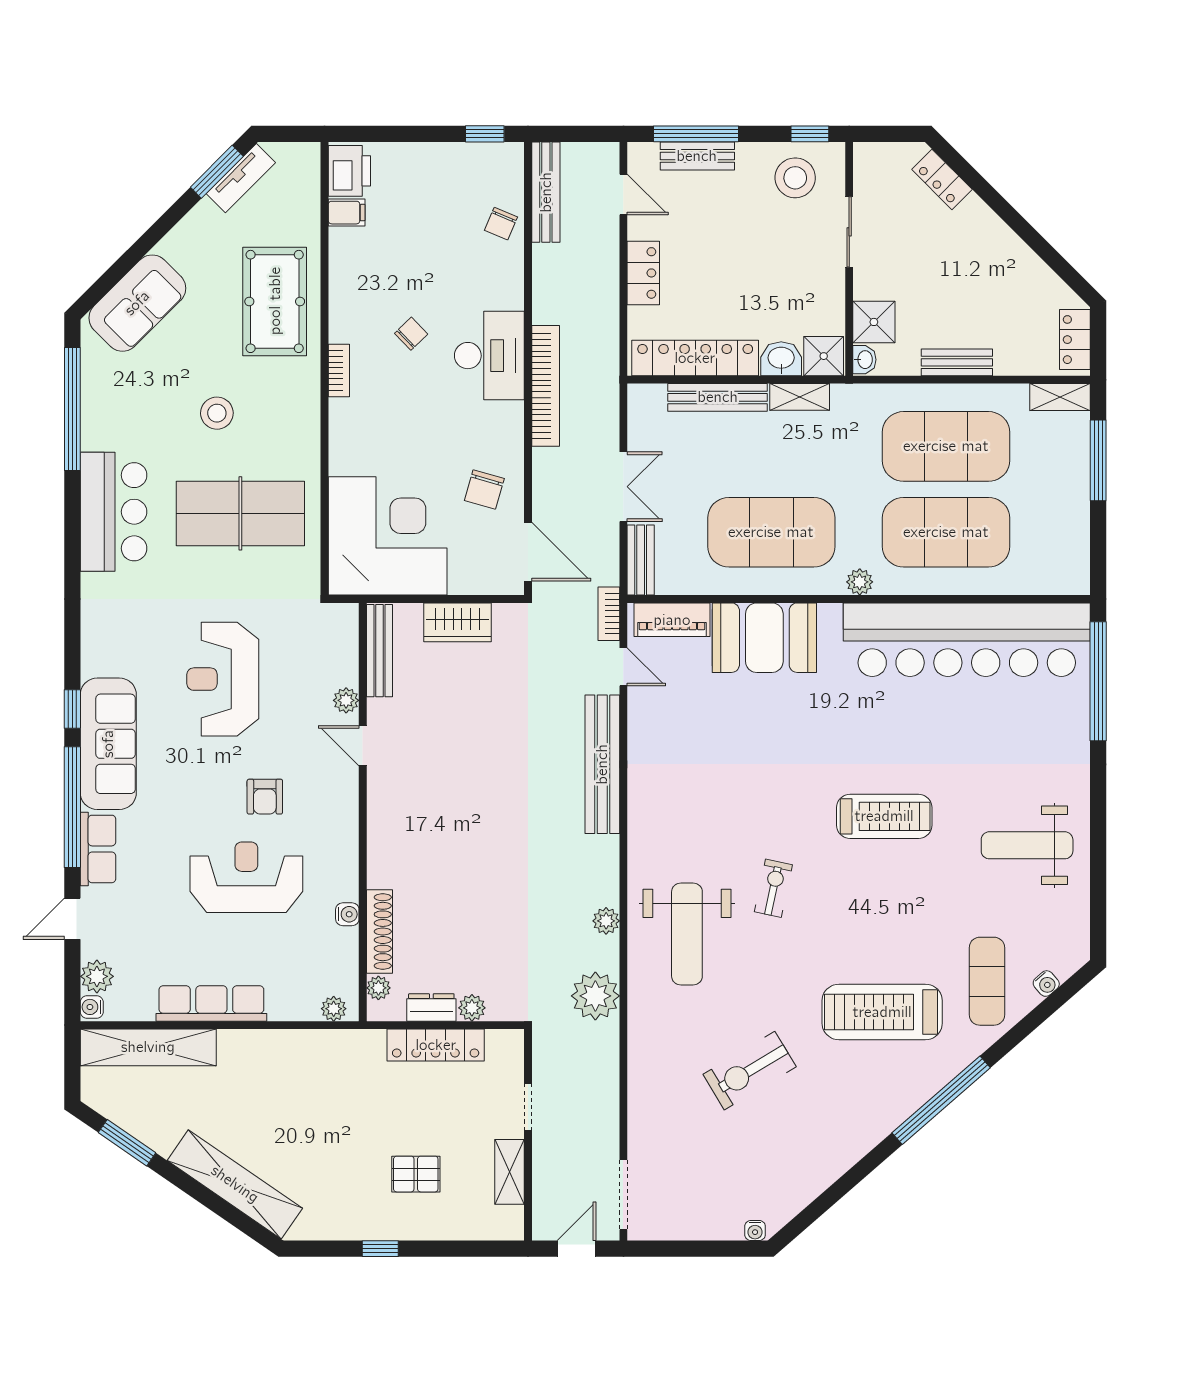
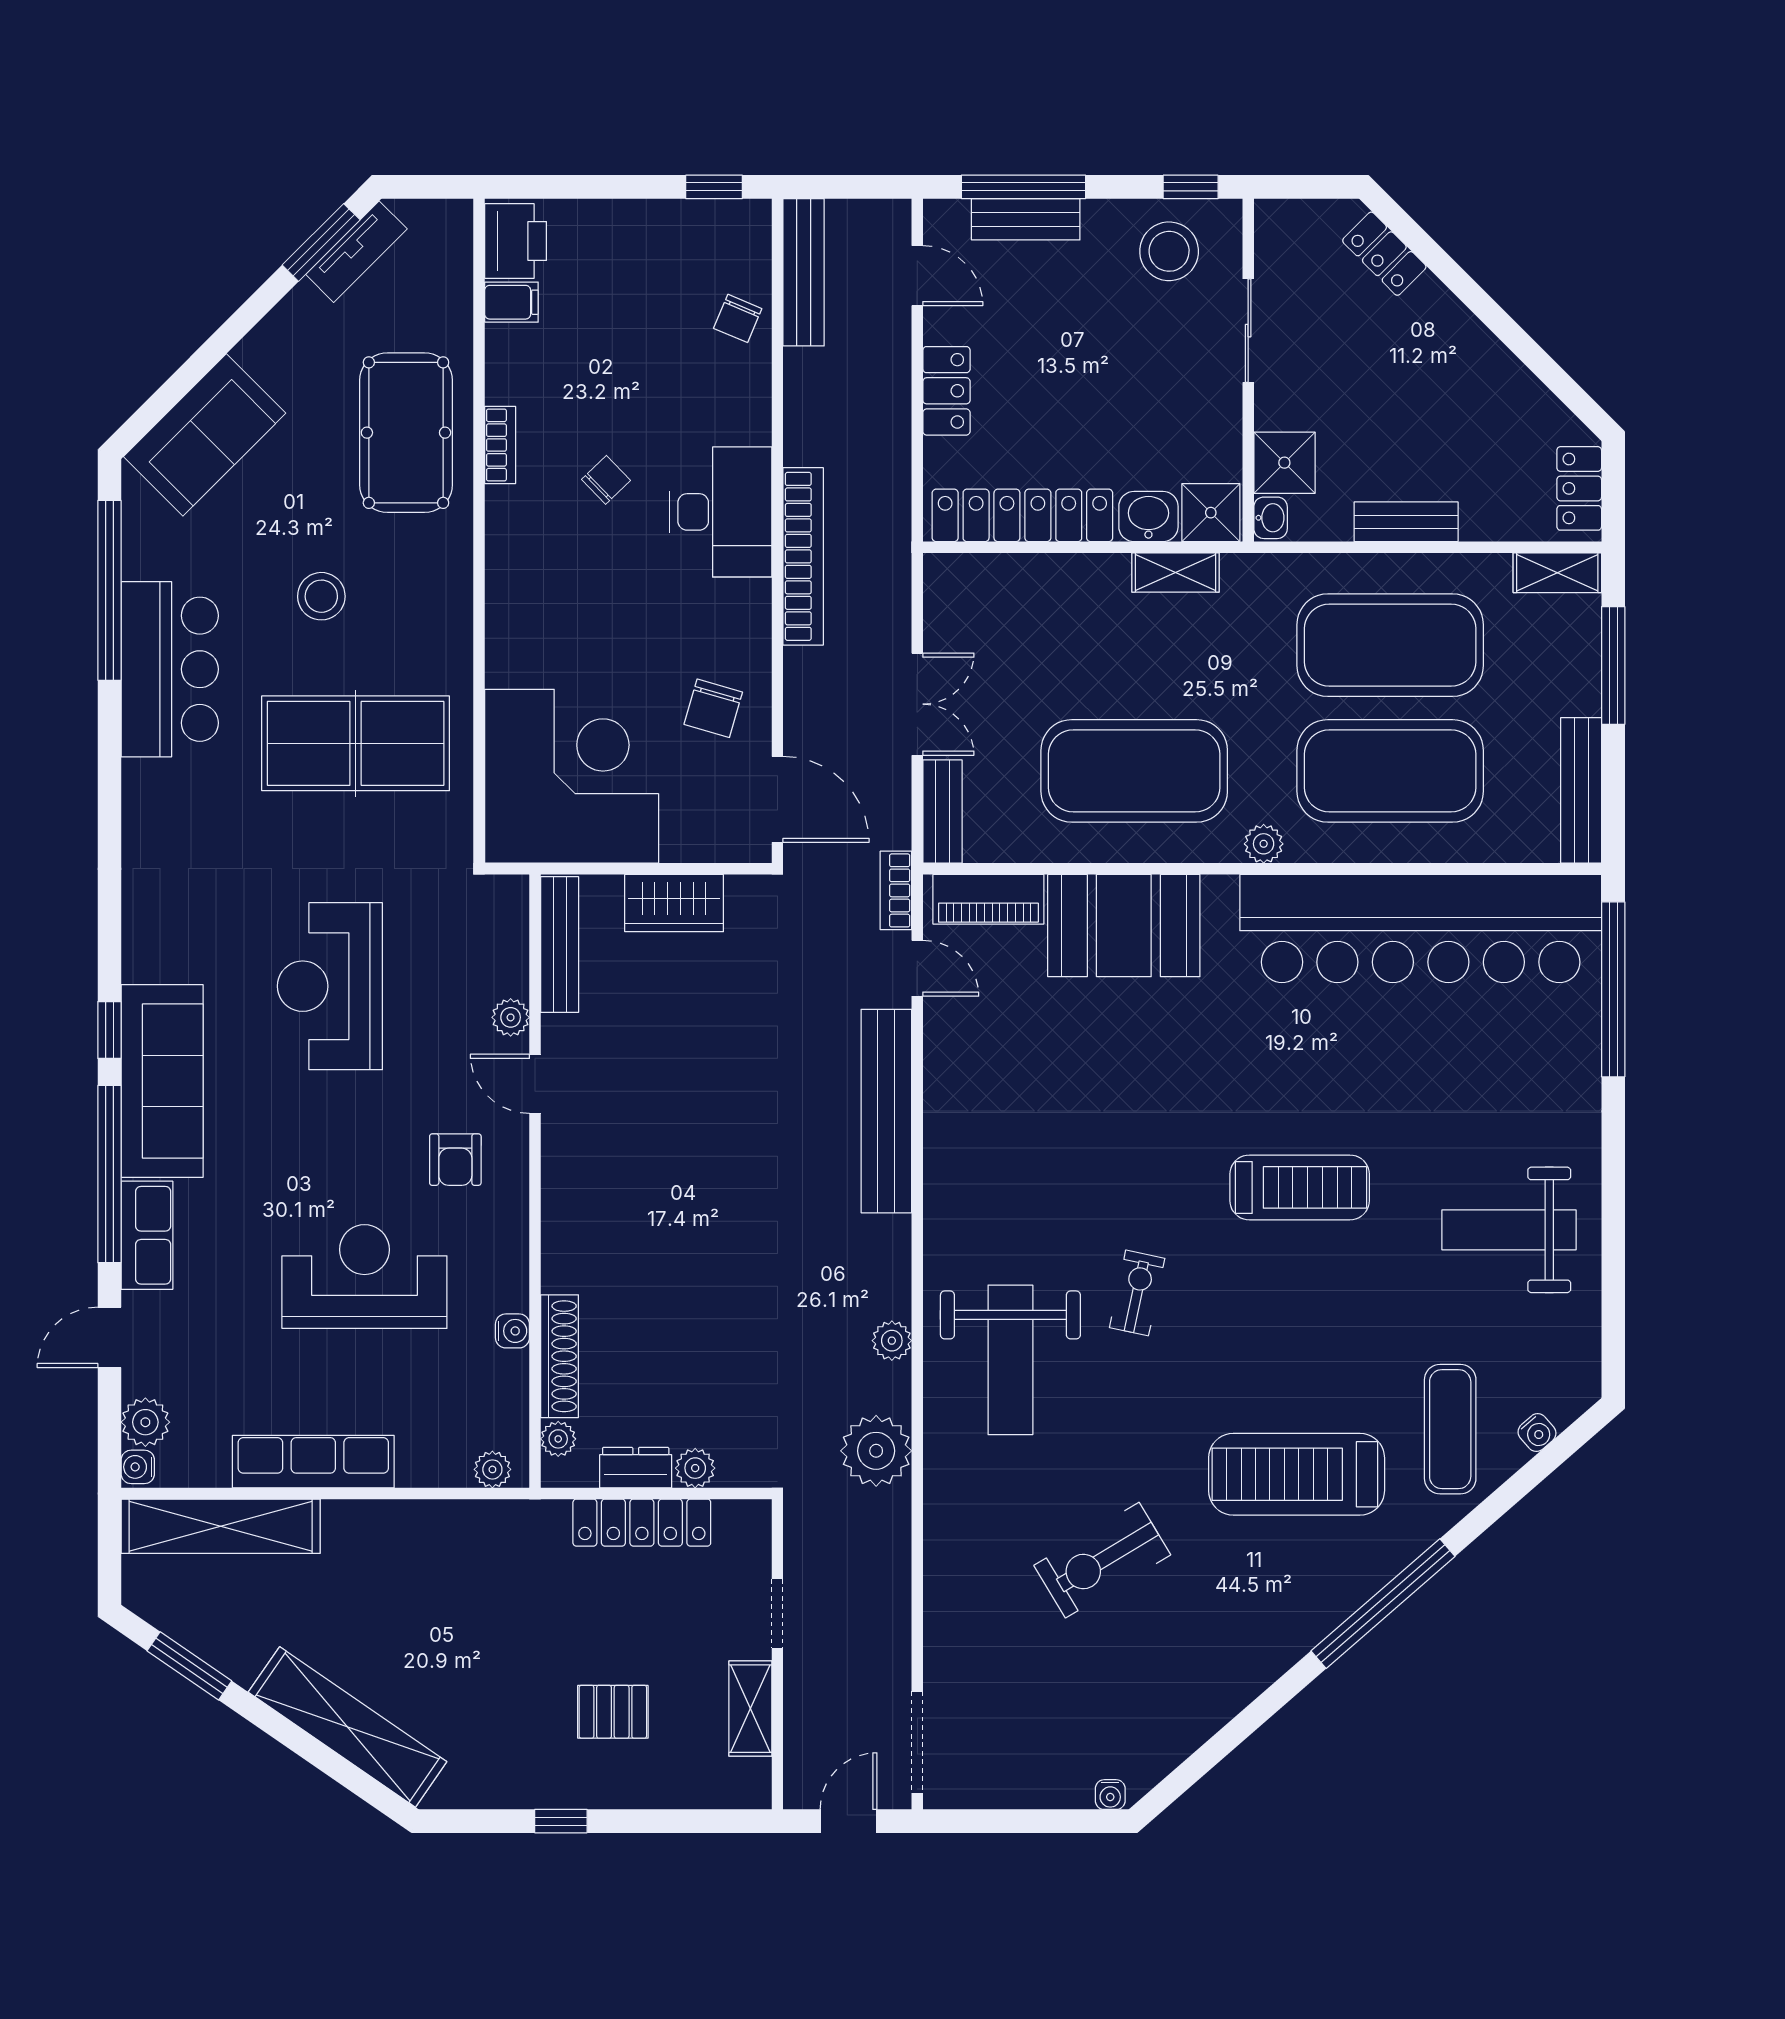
bookcase: (339, 371) -> (500, 445), moved
bench: (718, 397) -> (1581, 790), moved, turned 90
bar counter: (114, 512) -> (170, 669), moved
armchair: (265, 797) -> (455, 1160), moved

